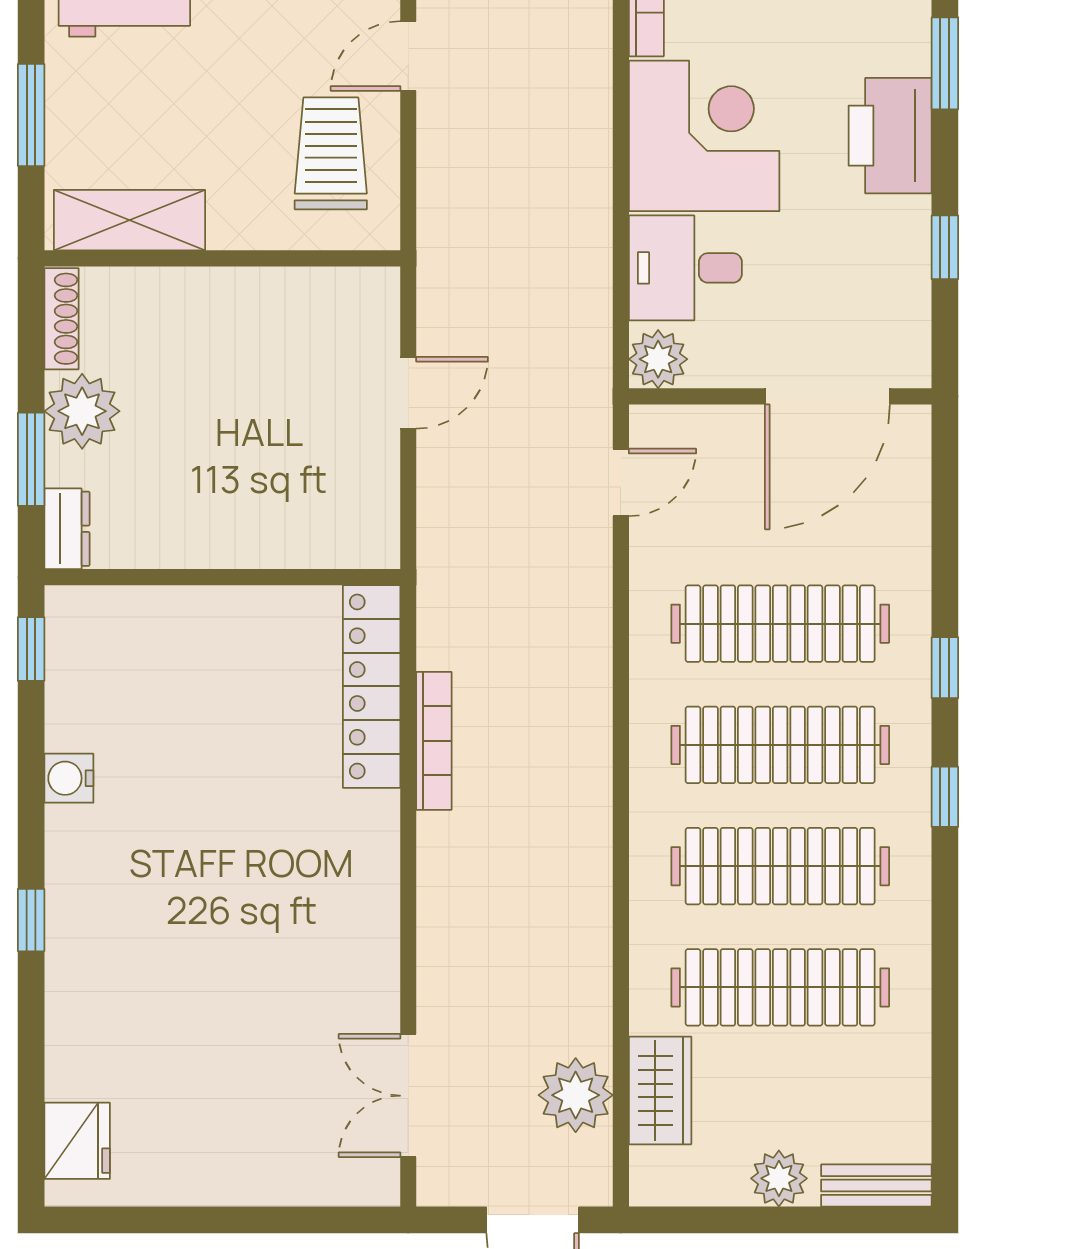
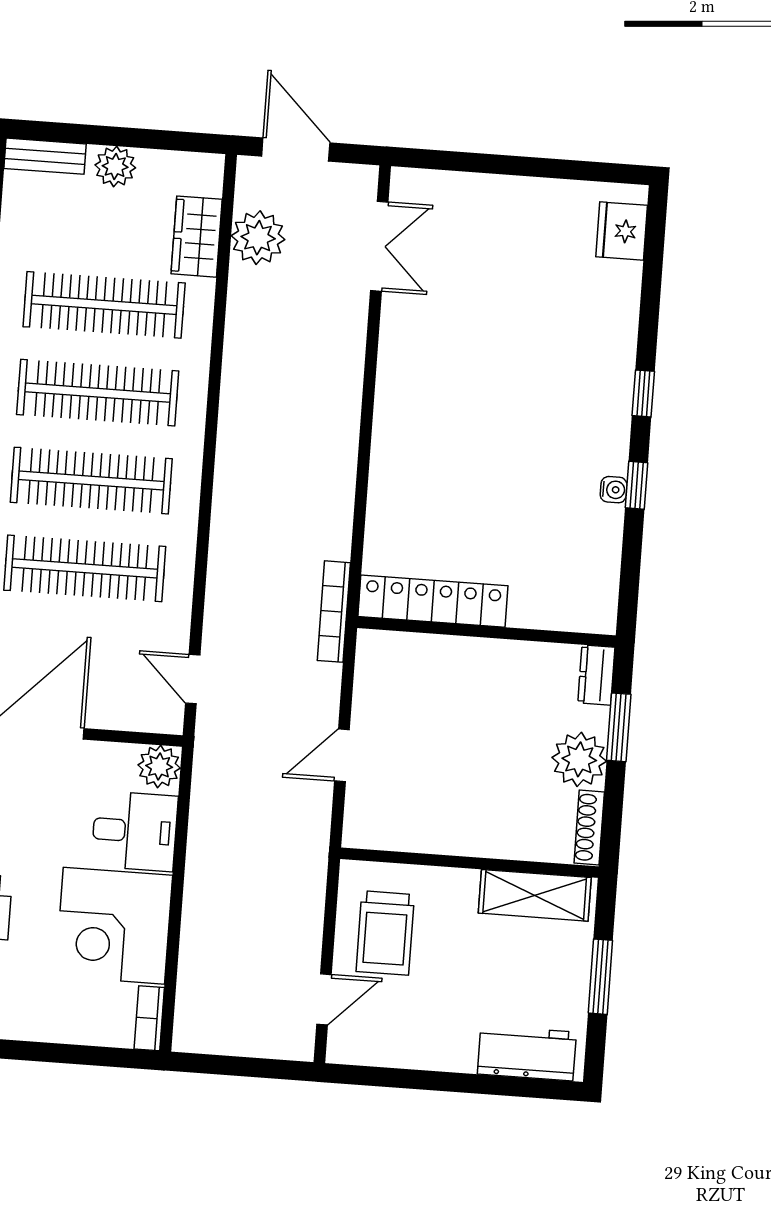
door: (621, 482) -> (193, 679), hinge flipped
window: (31, 649) -> (636, 485), moved
locker: (372, 686) -> (433, 601), moved, turned -90
bookcase: (434, 741) -> (334, 612), moved
water cooler: (69, 778) -> (614, 490), width x0.72, depth x0.72

